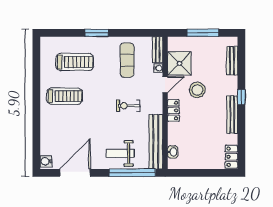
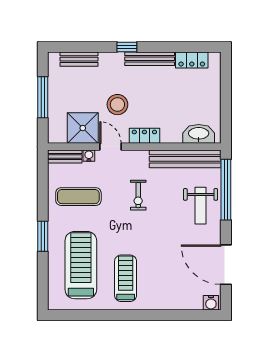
treadmill: (75, 62) -> (81, 265), width x1.37, depth x1.38
washbasin: (173, 152) -> (199, 134), width x1.91, depth x1.45
locker: (231, 157) -> (192, 60), moved

